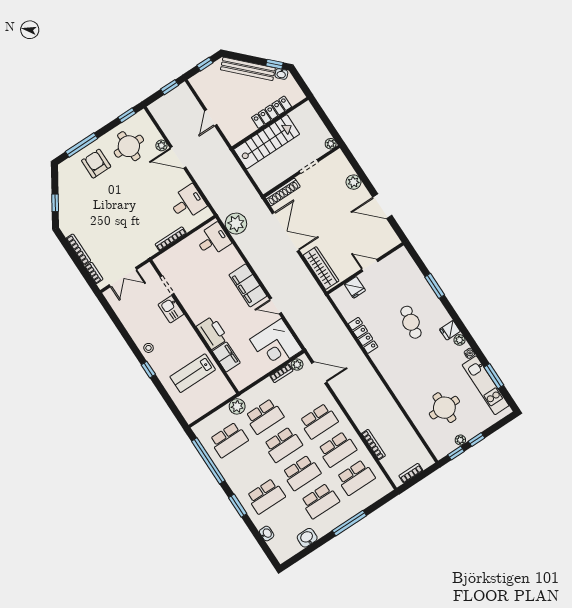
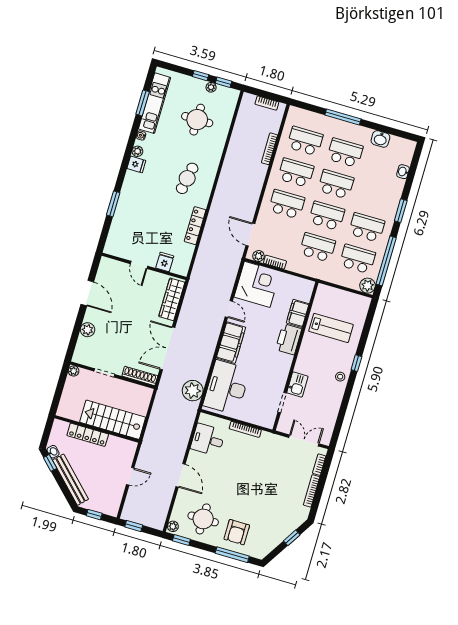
plant: (161, 145) -> (173, 526), moved
desk: (213, 240) -> (227, 387), width x1.87, depth x1.30
cafe table: (411, 322) -> (187, 178), moved
plant: (237, 406) -> (368, 286), moved
school desk: (266, 496) -> (367, 227), moved

